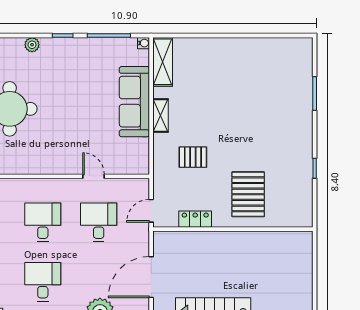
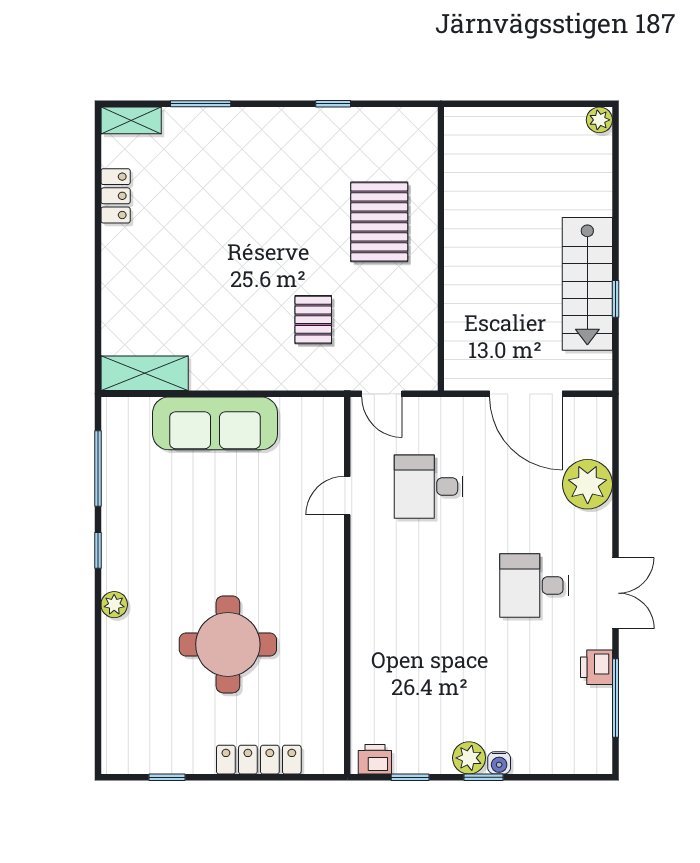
water cooler: (143, 43) -> (111, 407), removed
shelving: (160, 116) -> (131, 120), moved
pallet: (248, 194) -> (379, 222), turned 90
door: (151, 211) -> (382, 394), moved
locker: (195, 219) -> (116, 196), moved, turned 180
desk: (43, 222) -> (429, 586), removed

